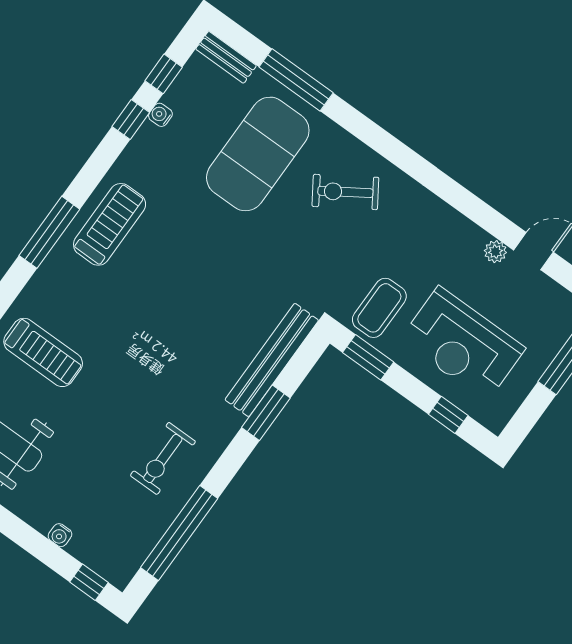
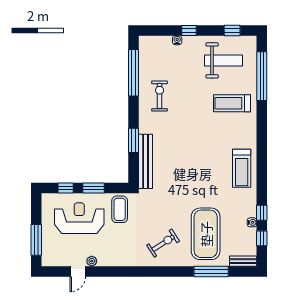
window: (49, 232) -> (262, 149), removed
window: (368, 357) -> (94, 188), moved
window: (89, 582) -> (189, 31), moved

